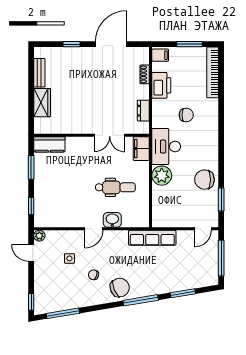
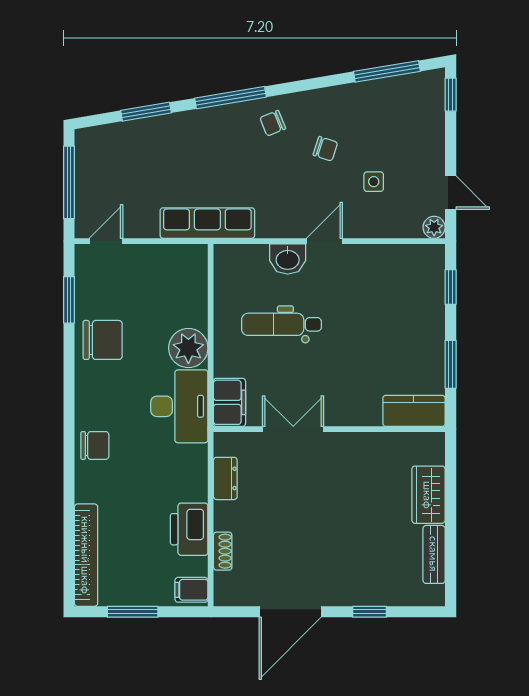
chair: (186, 115) -> (95, 445), moved, turned 180
chair: (120, 288) -> (273, 123), width x0.54, depth x0.54

